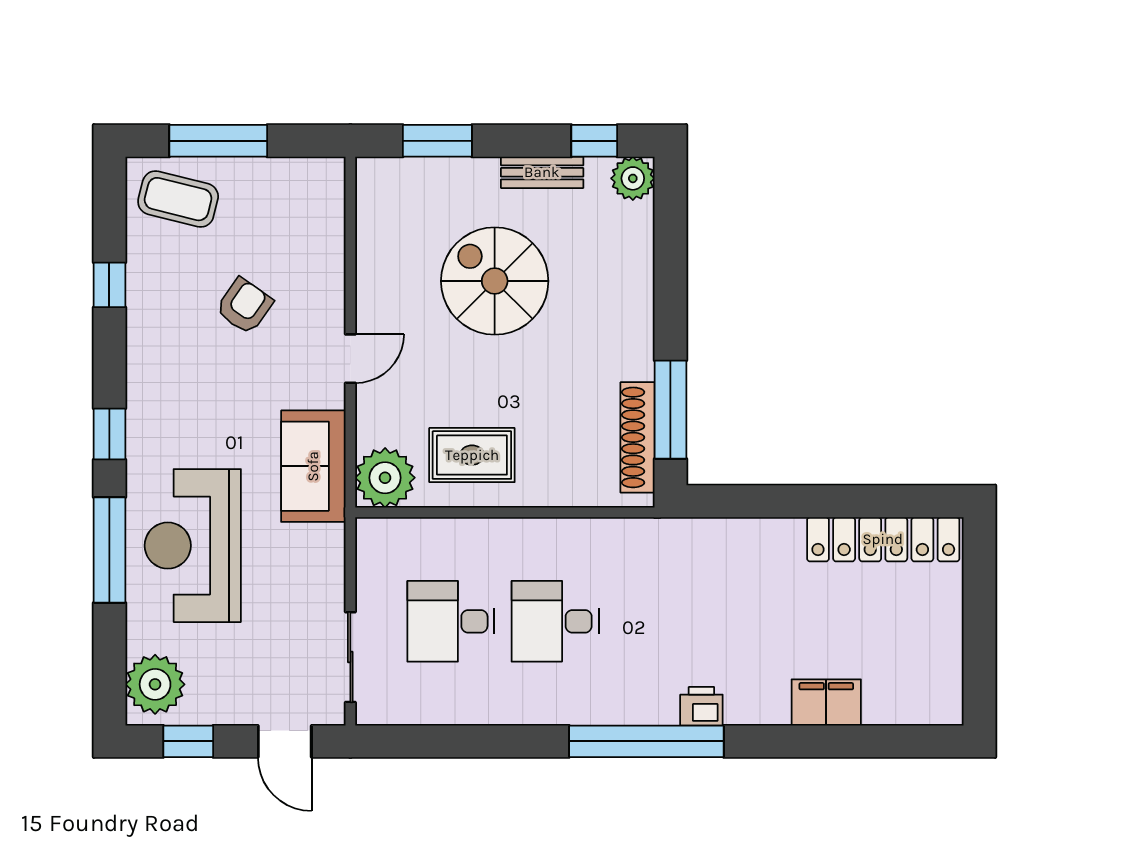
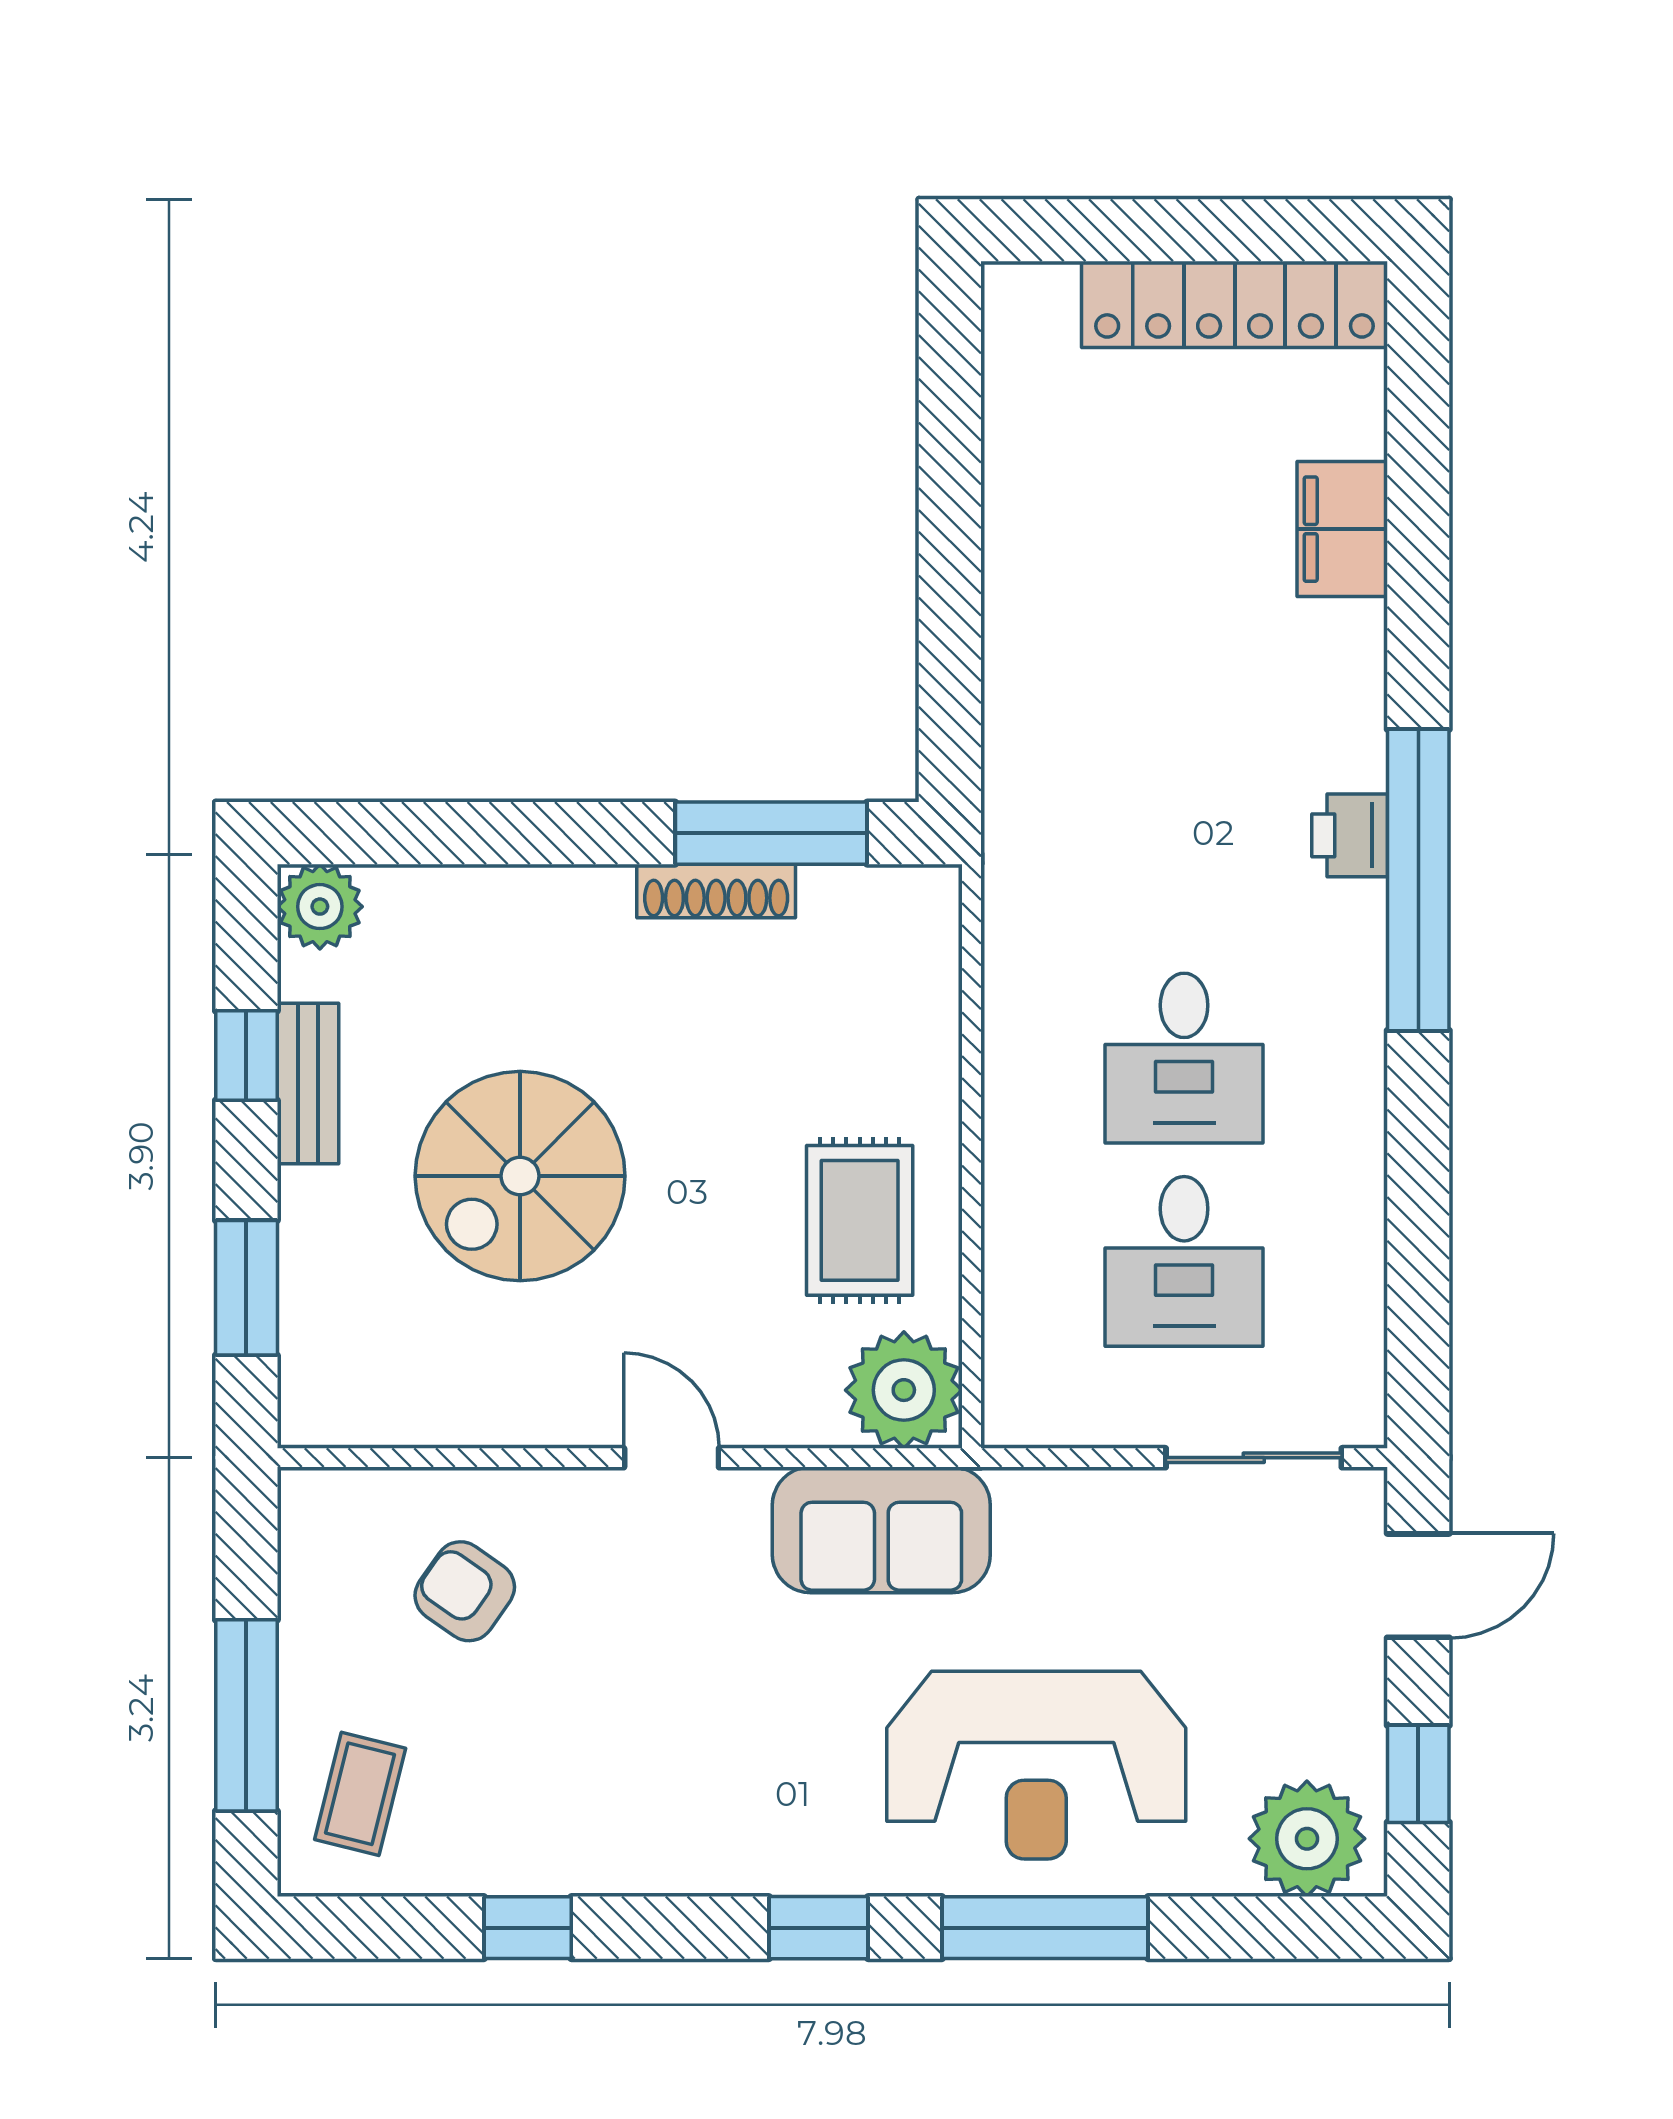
window: (594, 141) -> (246, 1056), moved
coffee table: (178, 199) -> (360, 1794), width x0.73, depth x0.77
armchair: (244, 306) -> (465, 1591), moved
shoe rack: (638, 437) -> (716, 891), moved, width x0.74, depth x0.81
locker: (883, 539) -> (1235, 304), moved, turned 90
printer: (701, 706) -> (1350, 835), moved

